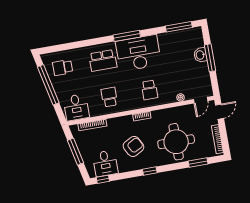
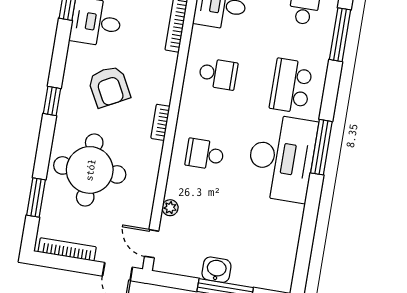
window: (179, 27) -> (340, 35), moved
washbasin: (200, 55) -> (216, 270), moved

